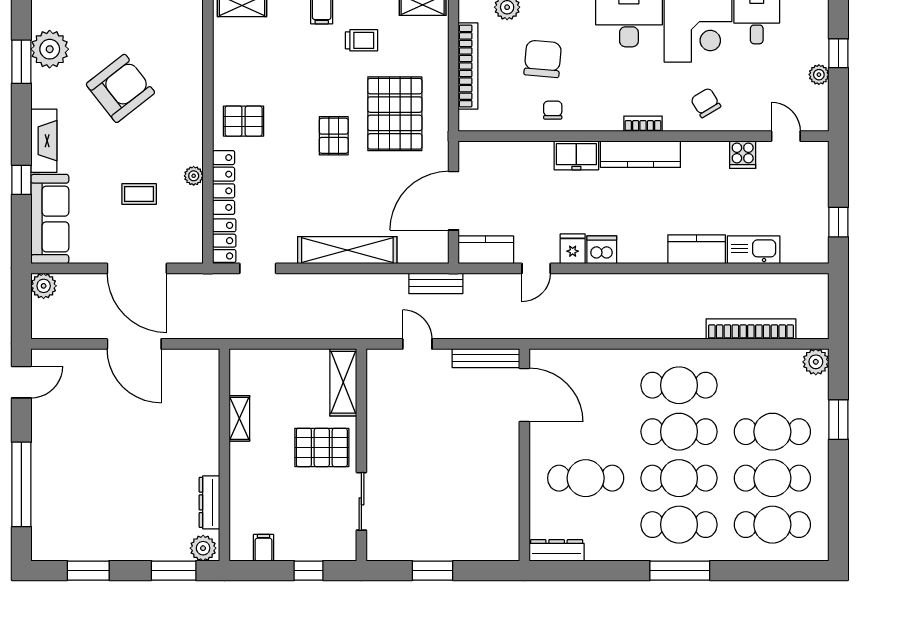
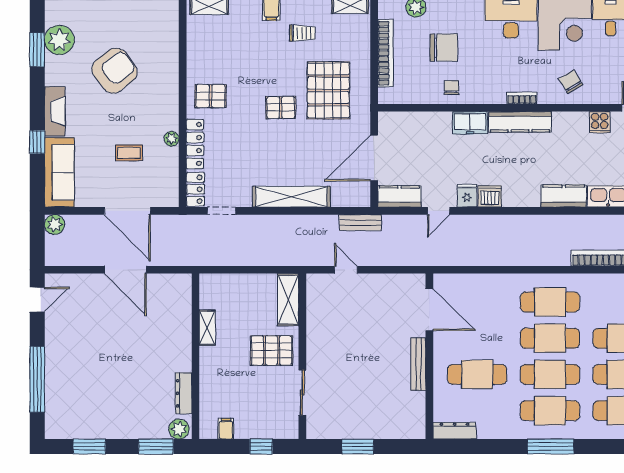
chair: (543, 59) -> (444, 48), turned 85
pallet: (334, 136) -> (281, 107), turned 90
bench: (486, 358) -> (418, 364), moved, turned 90

